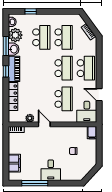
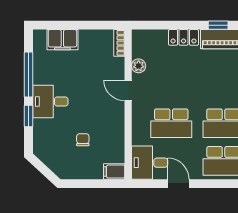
door: (99, 95) -> (178, 184), hinge flipped
locker: (13, 97) -> (183, 37), width x0.66
door: (44, 124) -> (128, 91), swing flipped
window: (59, 183) -> (28, 116), added

